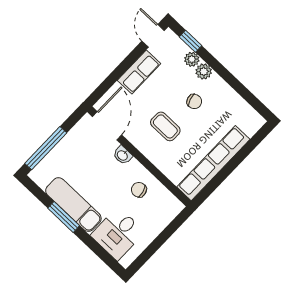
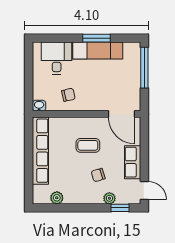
plant: (204, 71) -> (57, 198), moved
chair: (194, 101) -> (98, 175), moved
washbasin: (123, 155) -> (39, 106), moved

